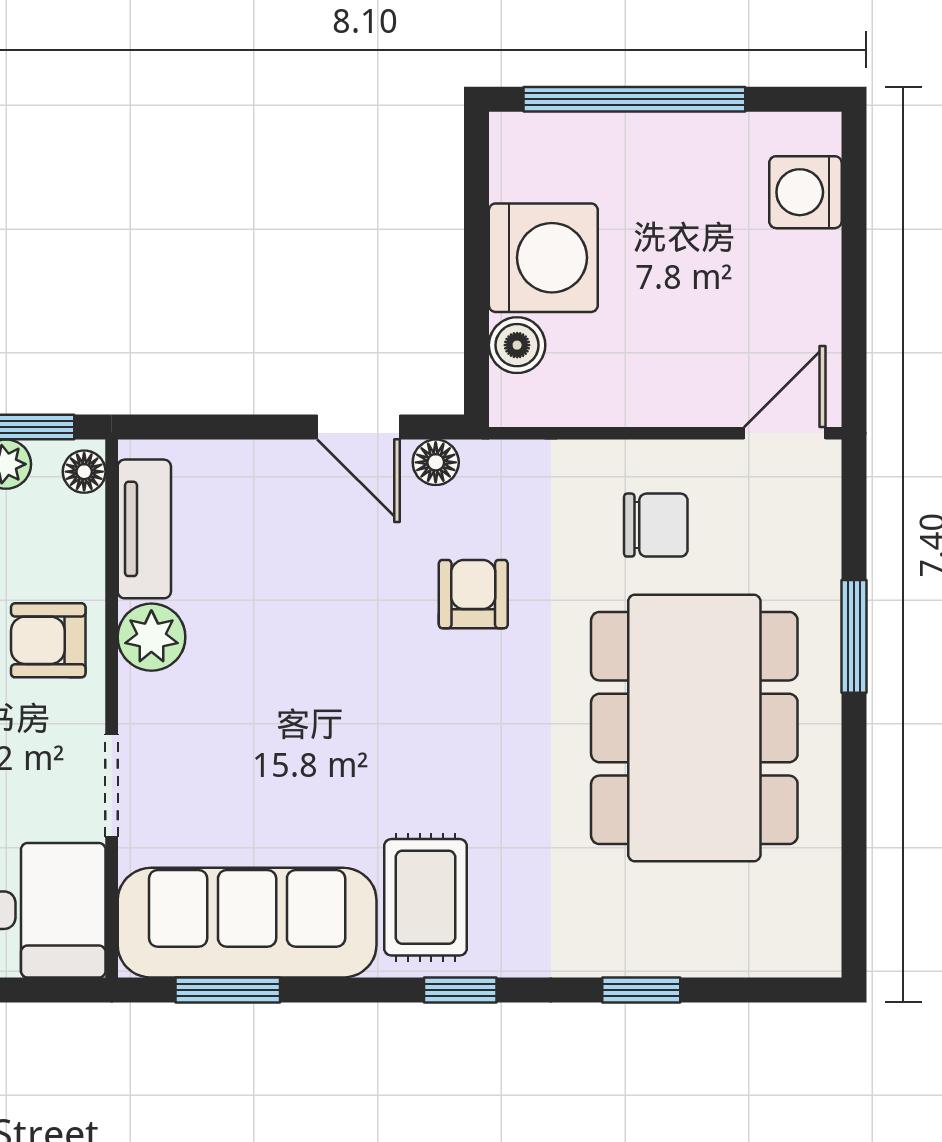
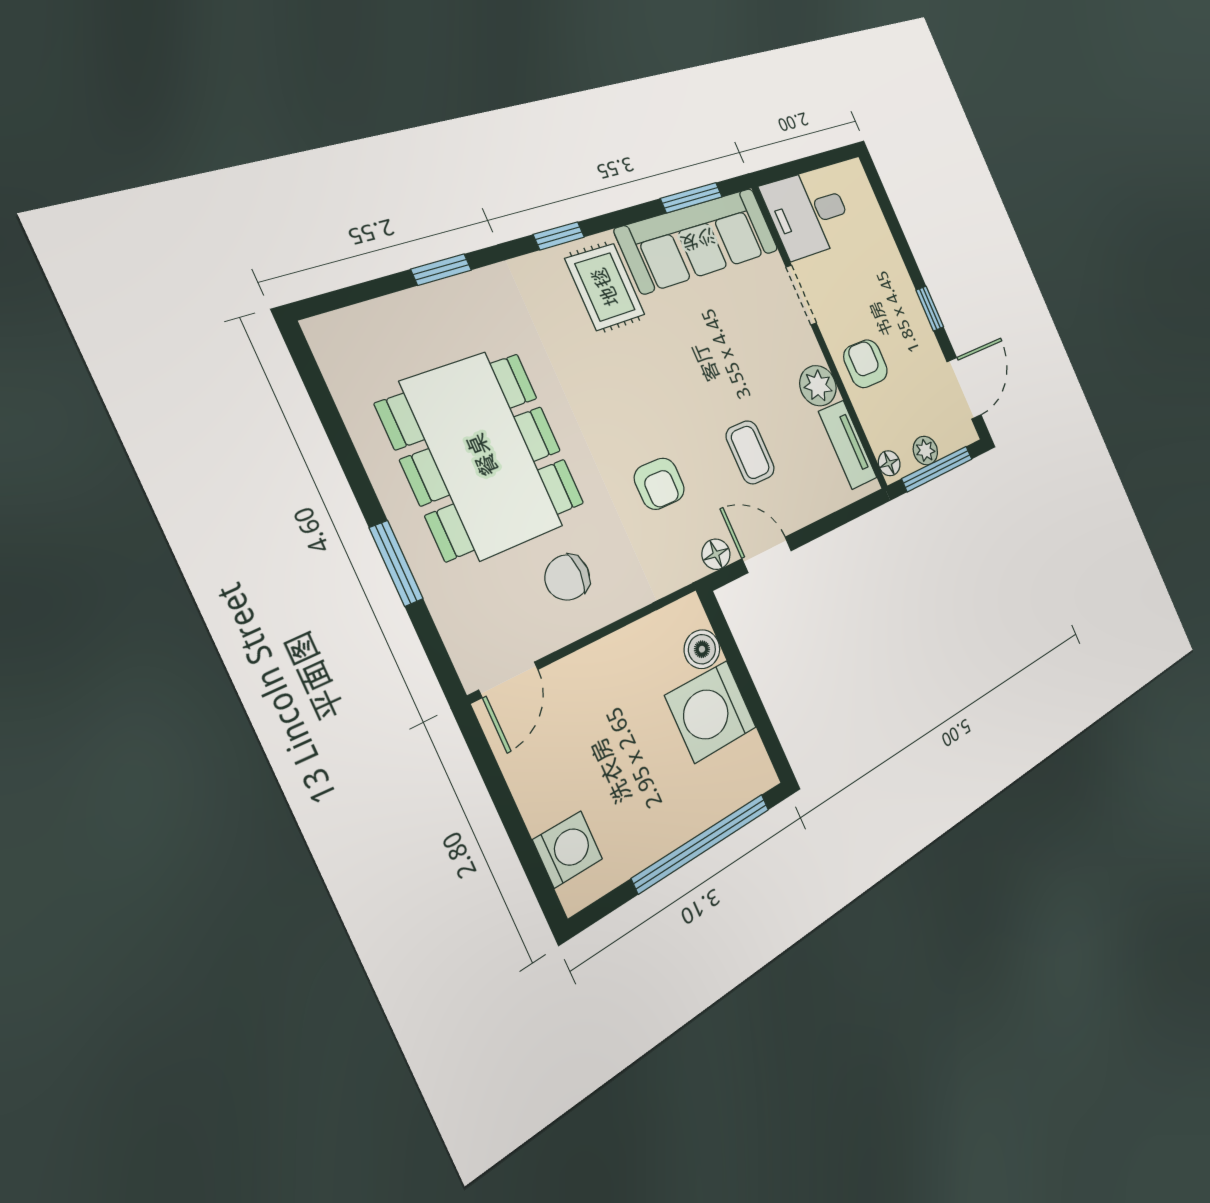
coffee table: (314, 582) -> (750, 452), added
armchair: (48, 640) -> (866, 364), turned -90

